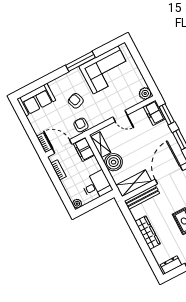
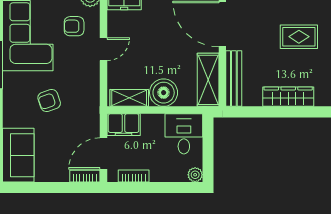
armchair: (81, 125) -> (74, 26), moved

